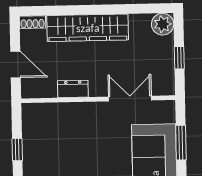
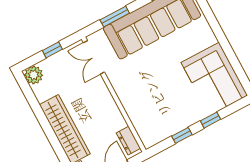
dresser: (73, 89) -> (128, 141), moved
double door: (130, 99) -> (94, 57), moved

